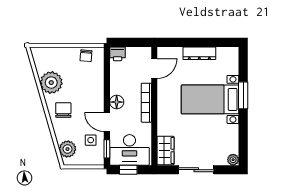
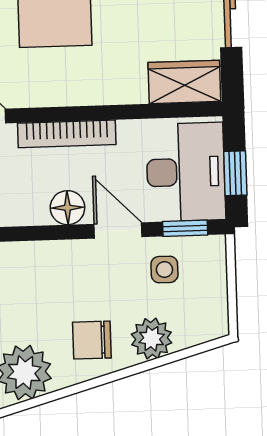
door: (107, 122) -> (118, 231), swing flipped
plant: (68, 149) -> (152, 338), moved

